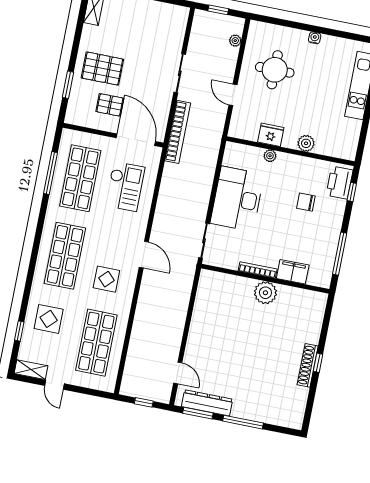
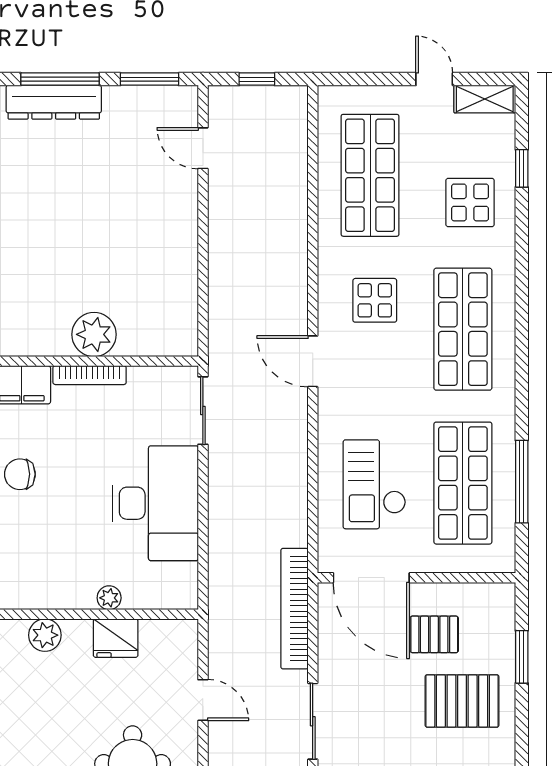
chair: (306, 202) -> (20, 474), moved, turned 180
plant: (265, 293) -> (94, 334), moved
dresser: (207, 403) -> (54, 102), moved

